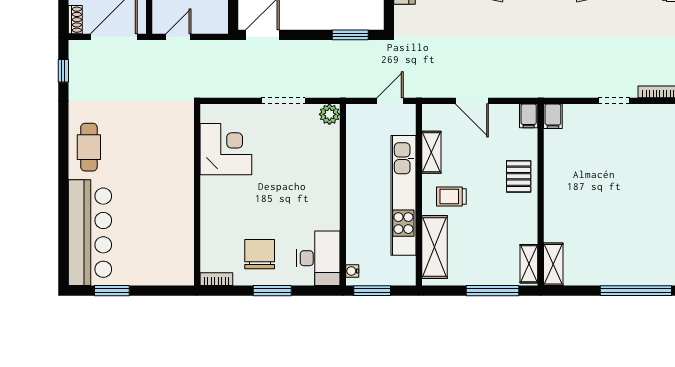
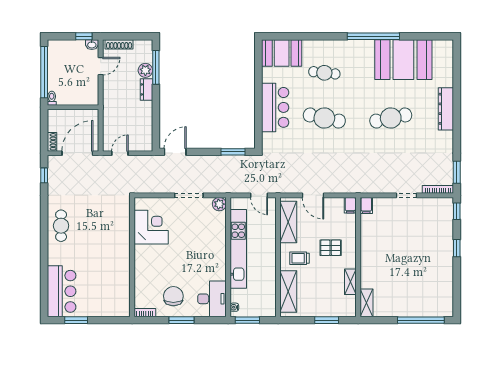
door: (390, 101) -> (259, 195), swing flipped
shelving: (431, 152) -> (288, 222), width x1.50, depth x1.33
pallet: (519, 176) -> (331, 248), moved, turned 90
kitchen unit: (403, 195) -> (238, 249), moved, turned 180
bar counter: (90, 233) -> (62, 291), width x0.73
shelving: (529, 264) -> (350, 282), moved
window: (493, 291) -> (327, 320), width x0.69

